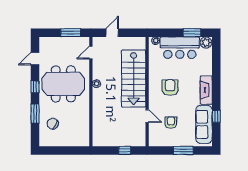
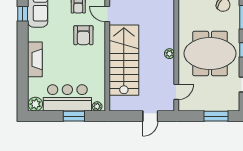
window: (71, 33) -> (216, 116), moved
window: (192, 33) -> (74, 116), moved
armchair: (170, 88) -> (83, 35), moved
fireplace: (206, 90) -> (35, 59), moved

